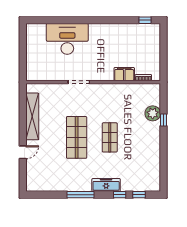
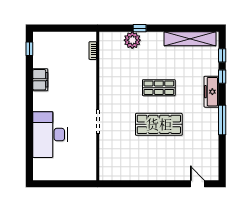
filing cabinet: (124, 74) -> (40, 80), moved, turned 180
shelving: (32, 116) -> (190, 39), moved
door: (23, 152) -> (197, 184), moved

